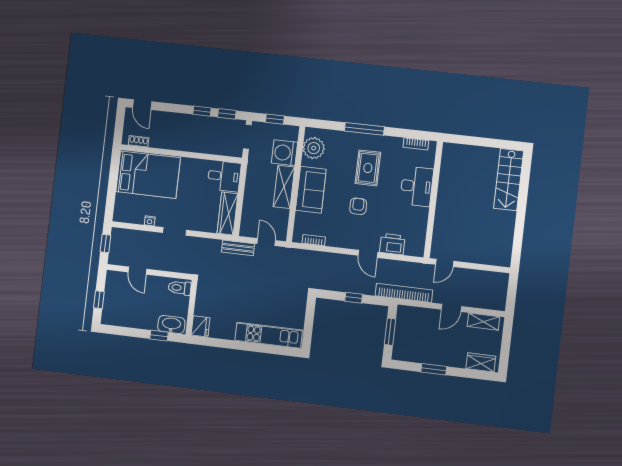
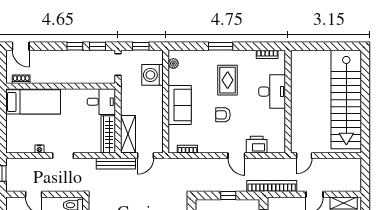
window: (364, 129) -> (221, 46), width x0.69
plant: (314, 148) -> (173, 63), width x0.53, depth x0.53
bed: (148, 175) -> (33, 102), width x0.67
stairs: (509, 180) -> (346, 99), width x1.86, depth x1.51
shelving: (284, 187) -> (128, 134), moved
armchair: (358, 206) -> (223, 115), turned -90
door: (266, 242) -> (146, 156), swing flipped
bench: (238, 248) -> (116, 164), width x1.36

